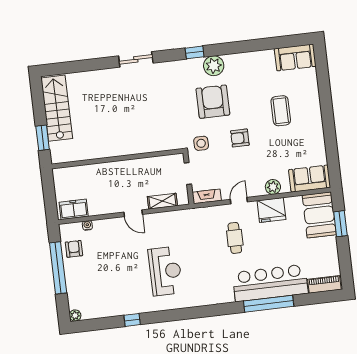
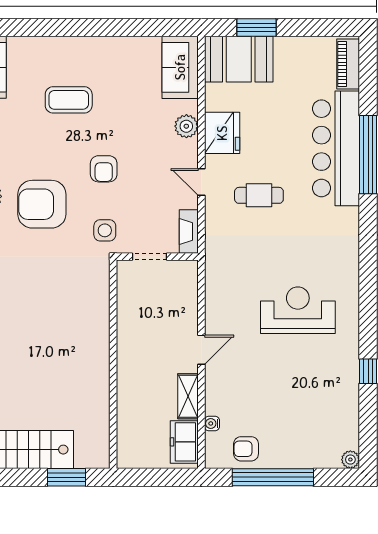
shelving: (162, 201) -> (188, 396), moved

